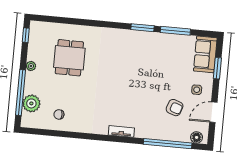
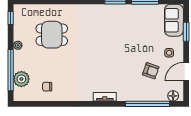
dining table: (69, 58) -> (52, 35), turned 90

